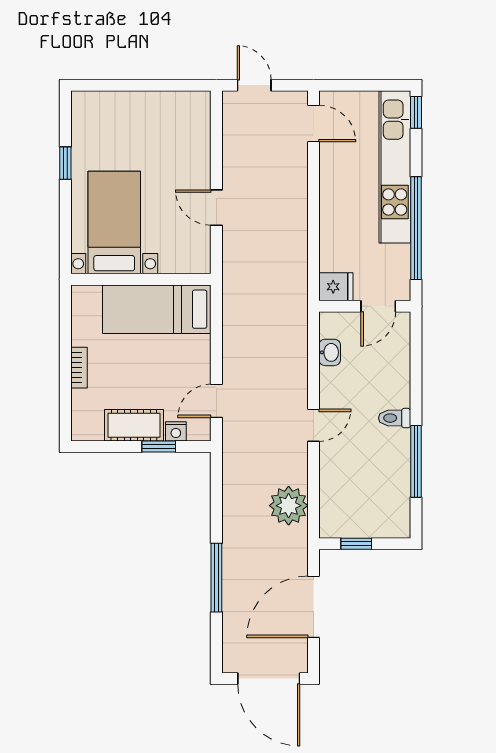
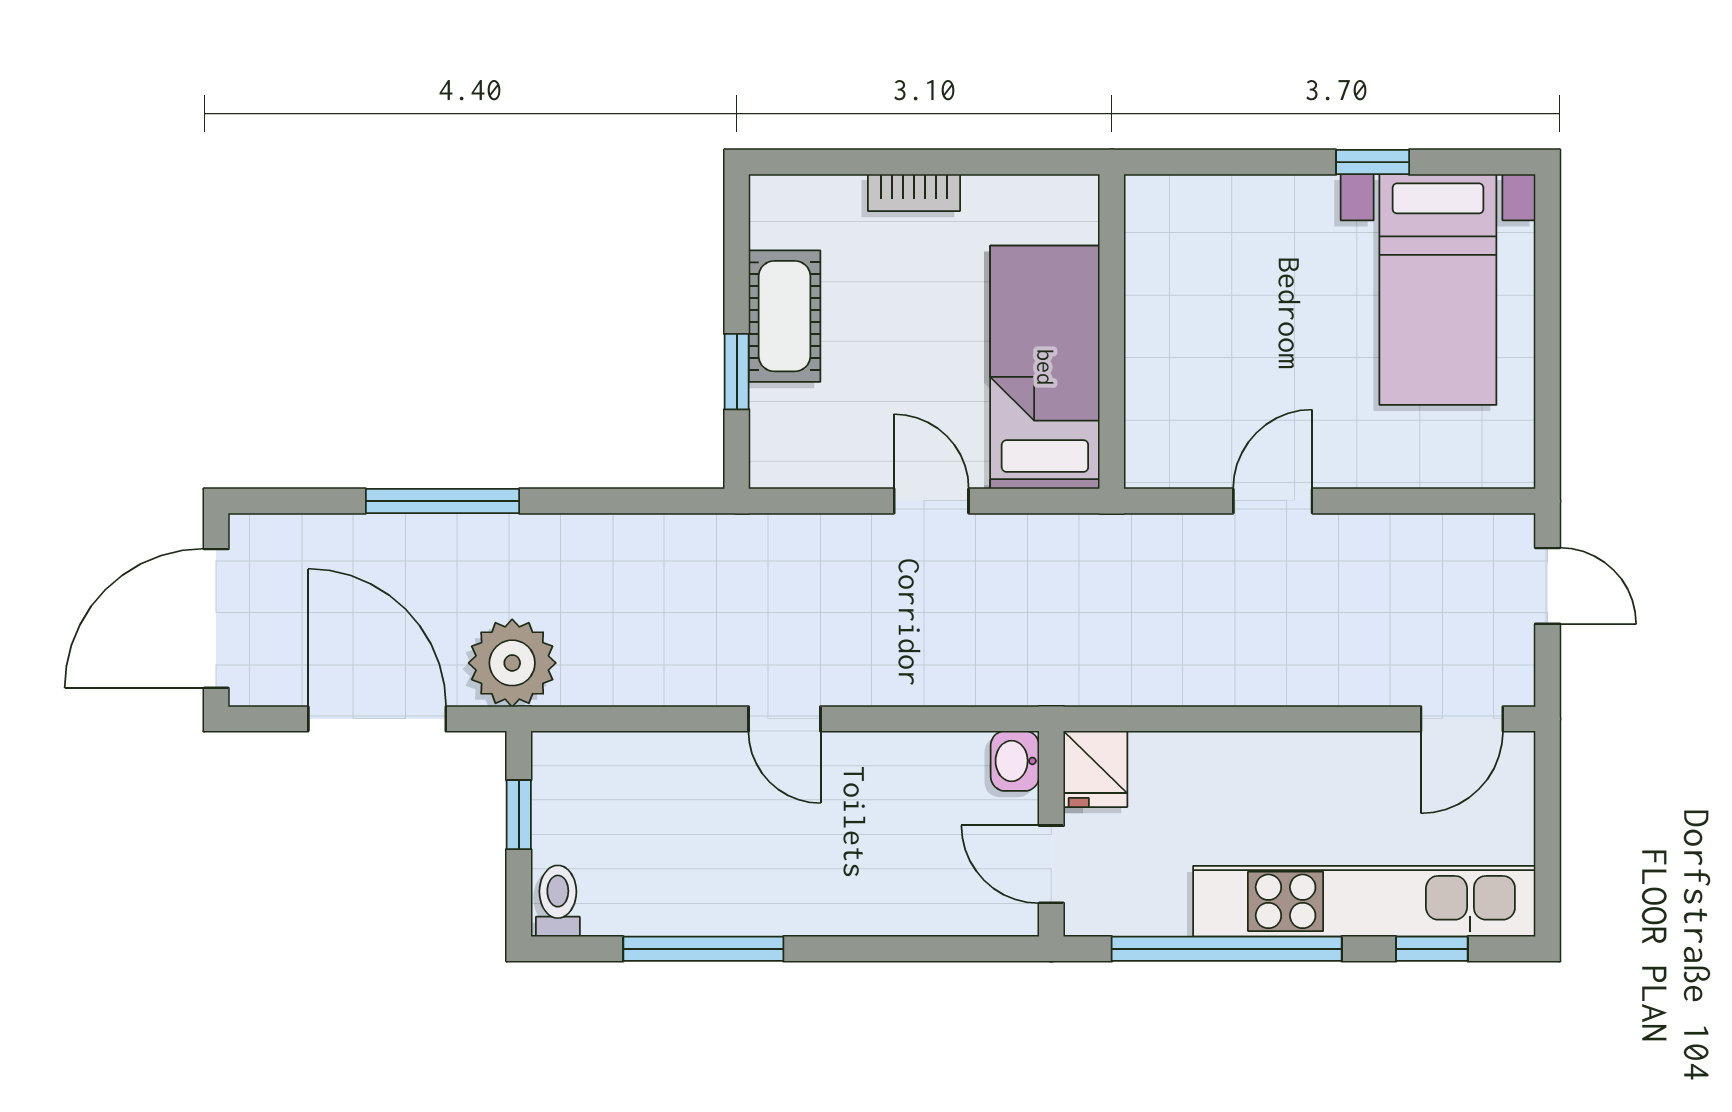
door: (254, 85) -> (1548, 586), hinge flipped
window: (416, 112) -> (1432, 949), moved
bed with nightstands: (114, 223) -> (1438, 290), moved, turned 90
washbasin: (330, 352) -> (1015, 761), moved, turned 90
door: (216, 401) -> (931, 501), moved
toilet: (395, 418) -> (558, 901), moved
nightstand: (176, 431) -> (771, 410), removed
plant: (289, 506) -> (512, 663), moved

